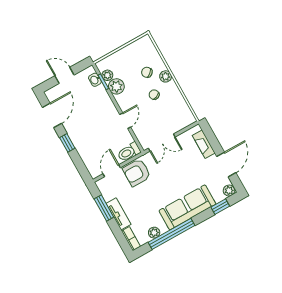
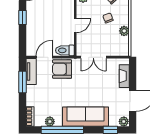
plant: (166, 76) -> (124, 31), moved
tv unit: (119, 214) -> (31, 71), moved

